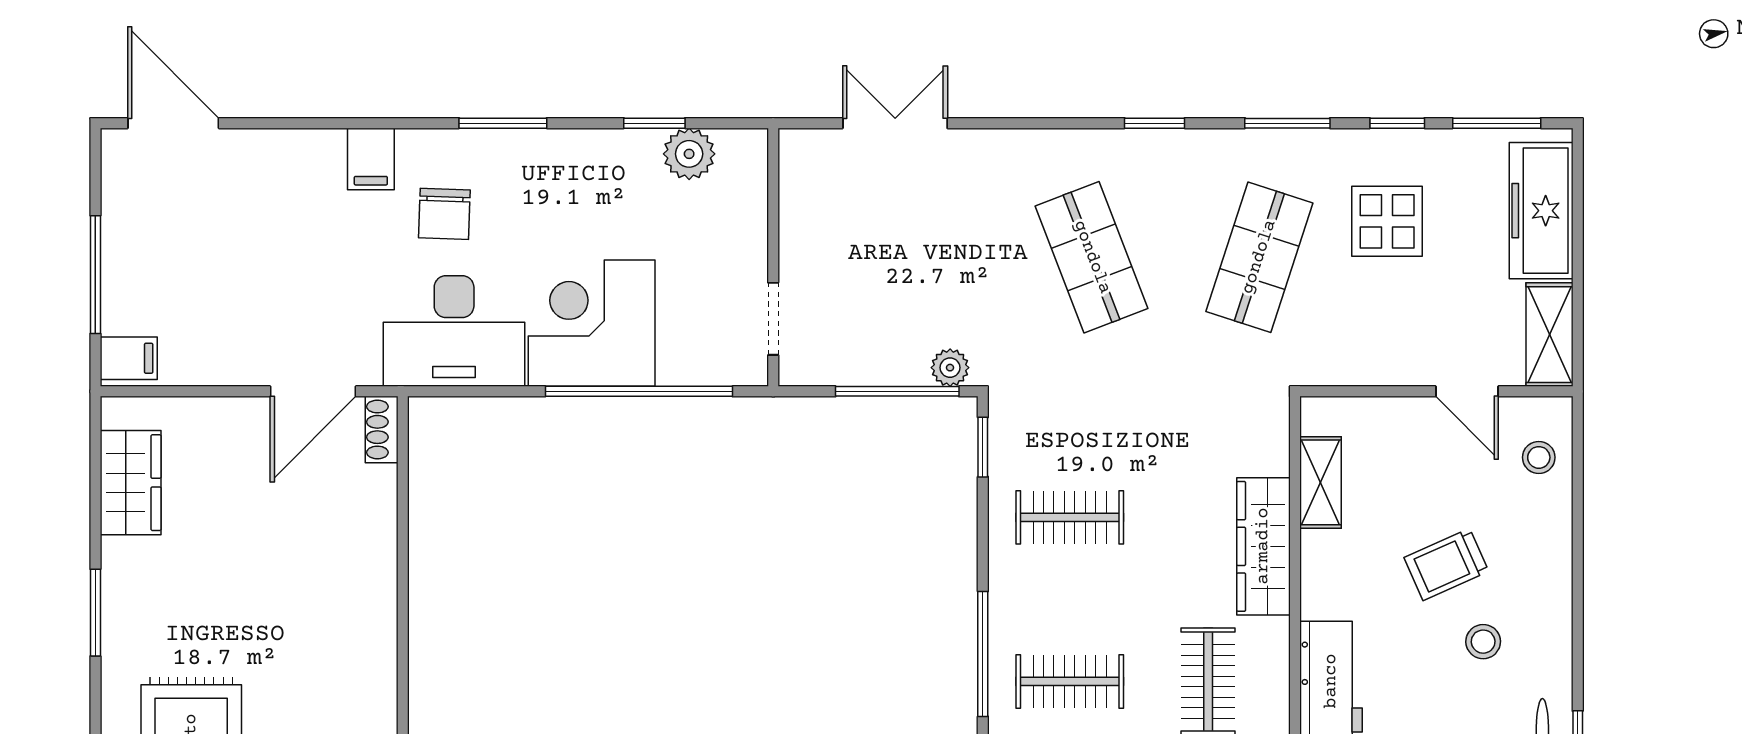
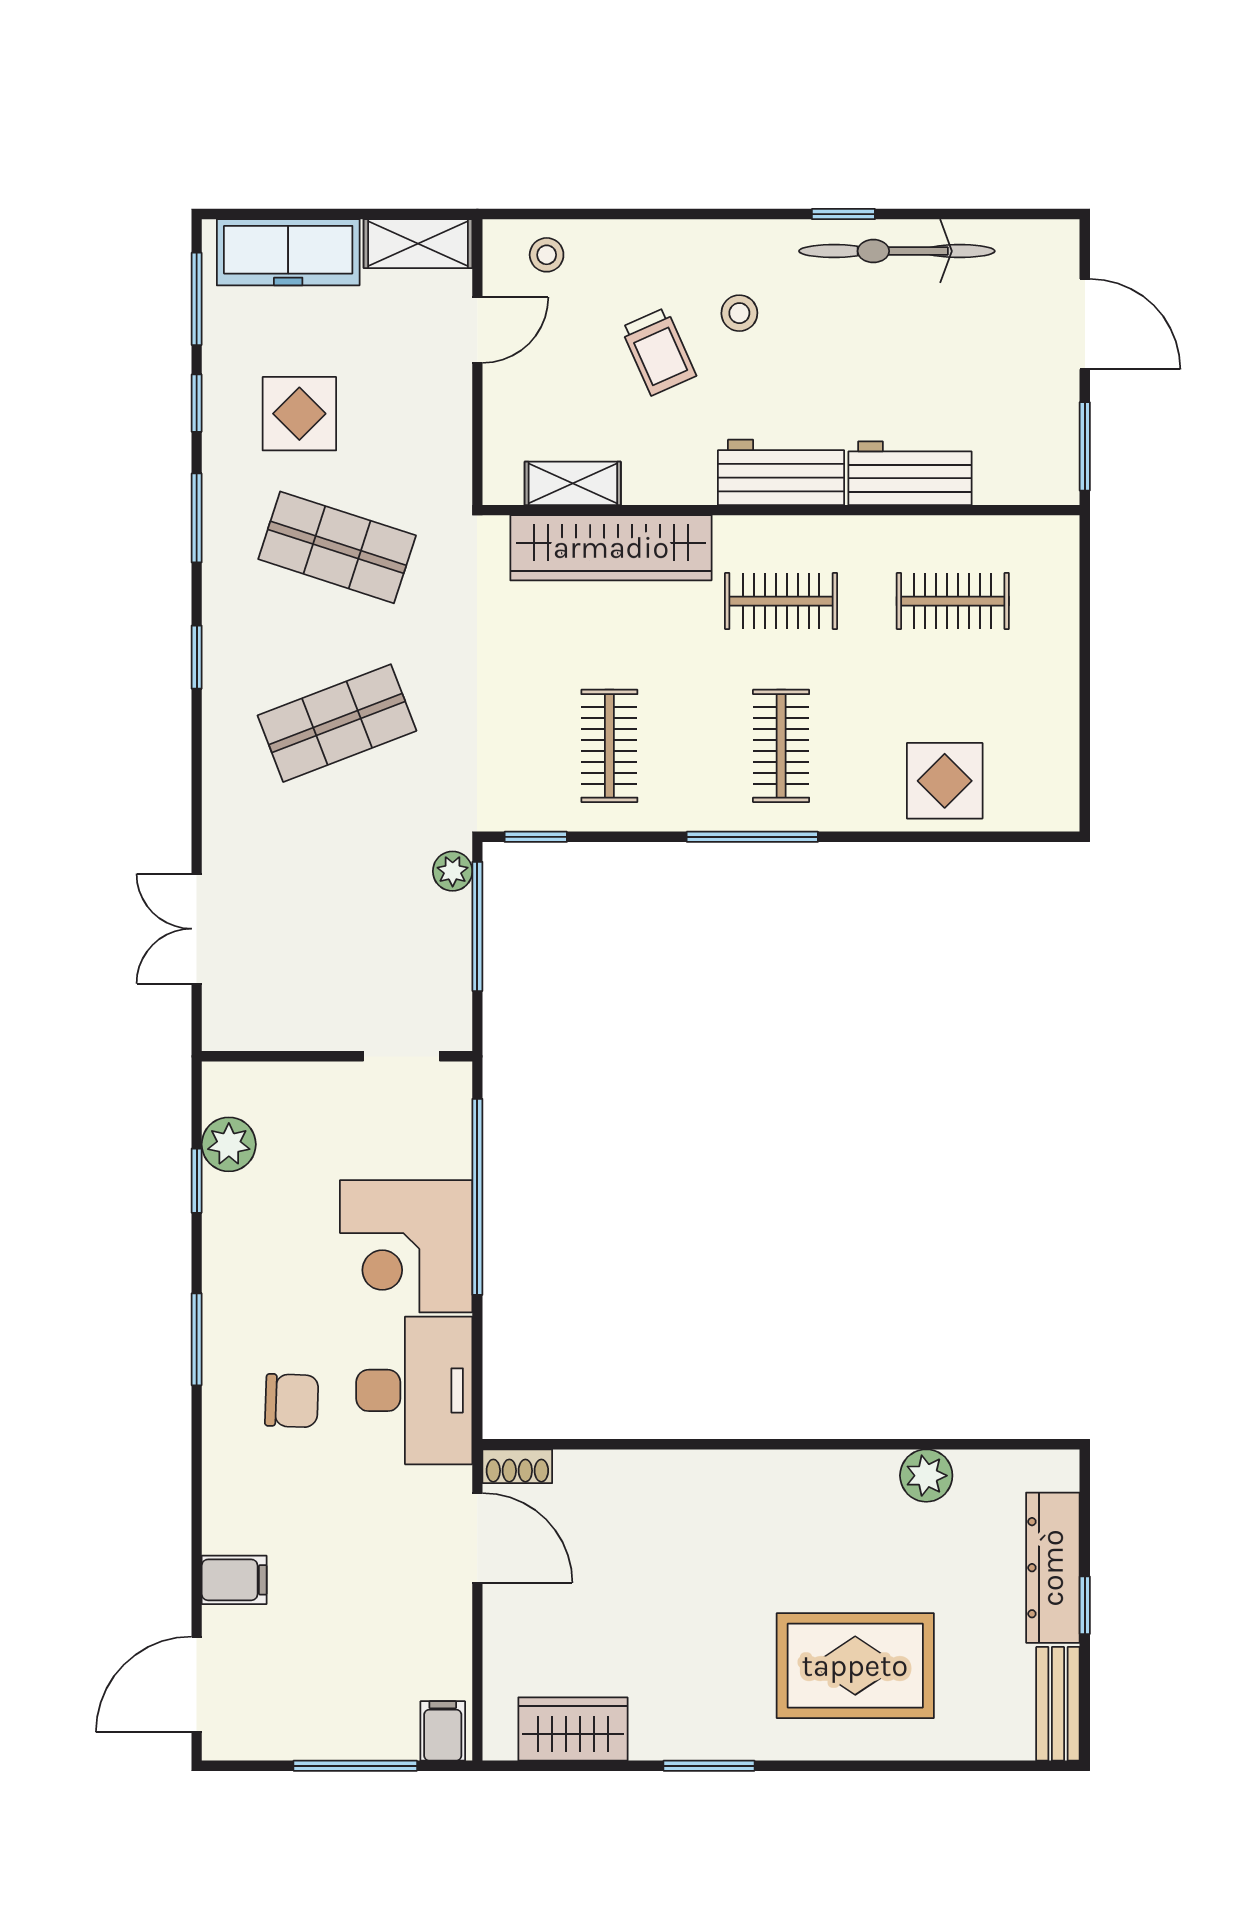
filing cabinet: (371, 159) -> (234, 1580), moved
wardrobe: (1263, 546) -> (611, 548), width x1.40, depth x1.17

